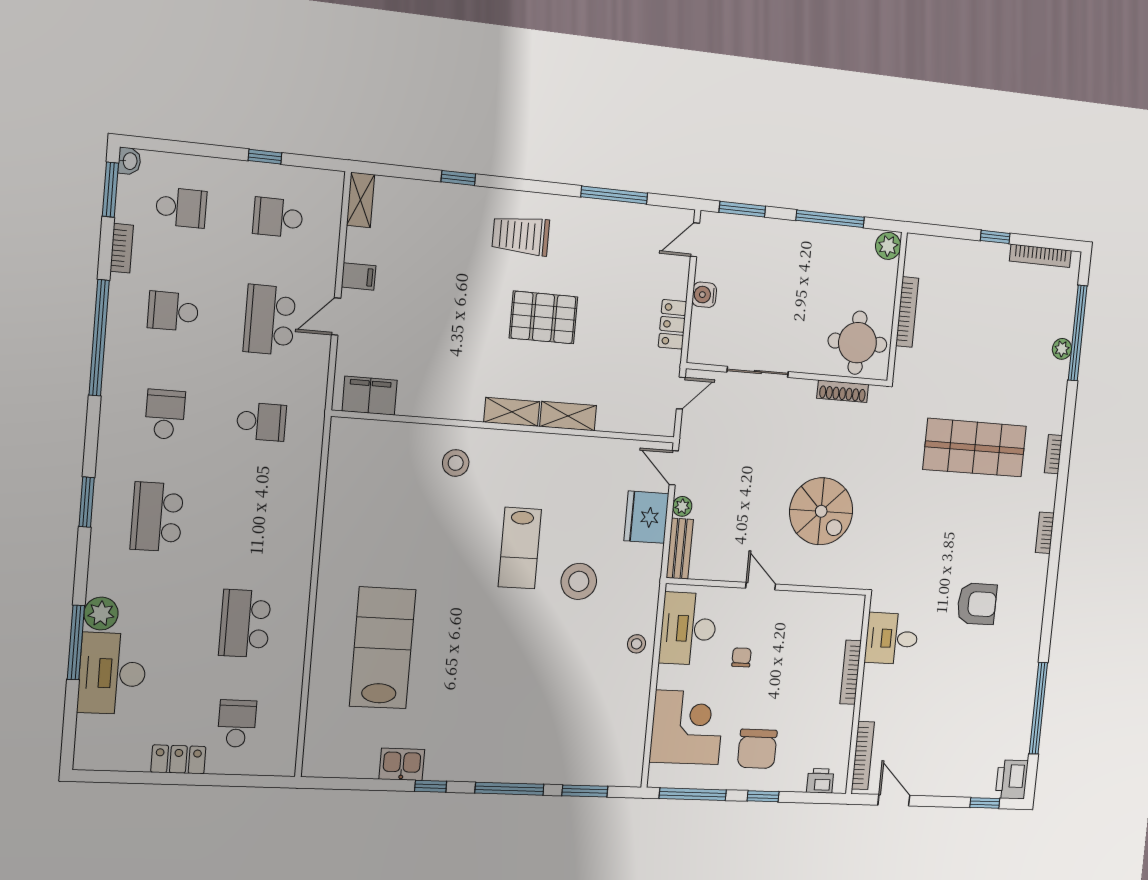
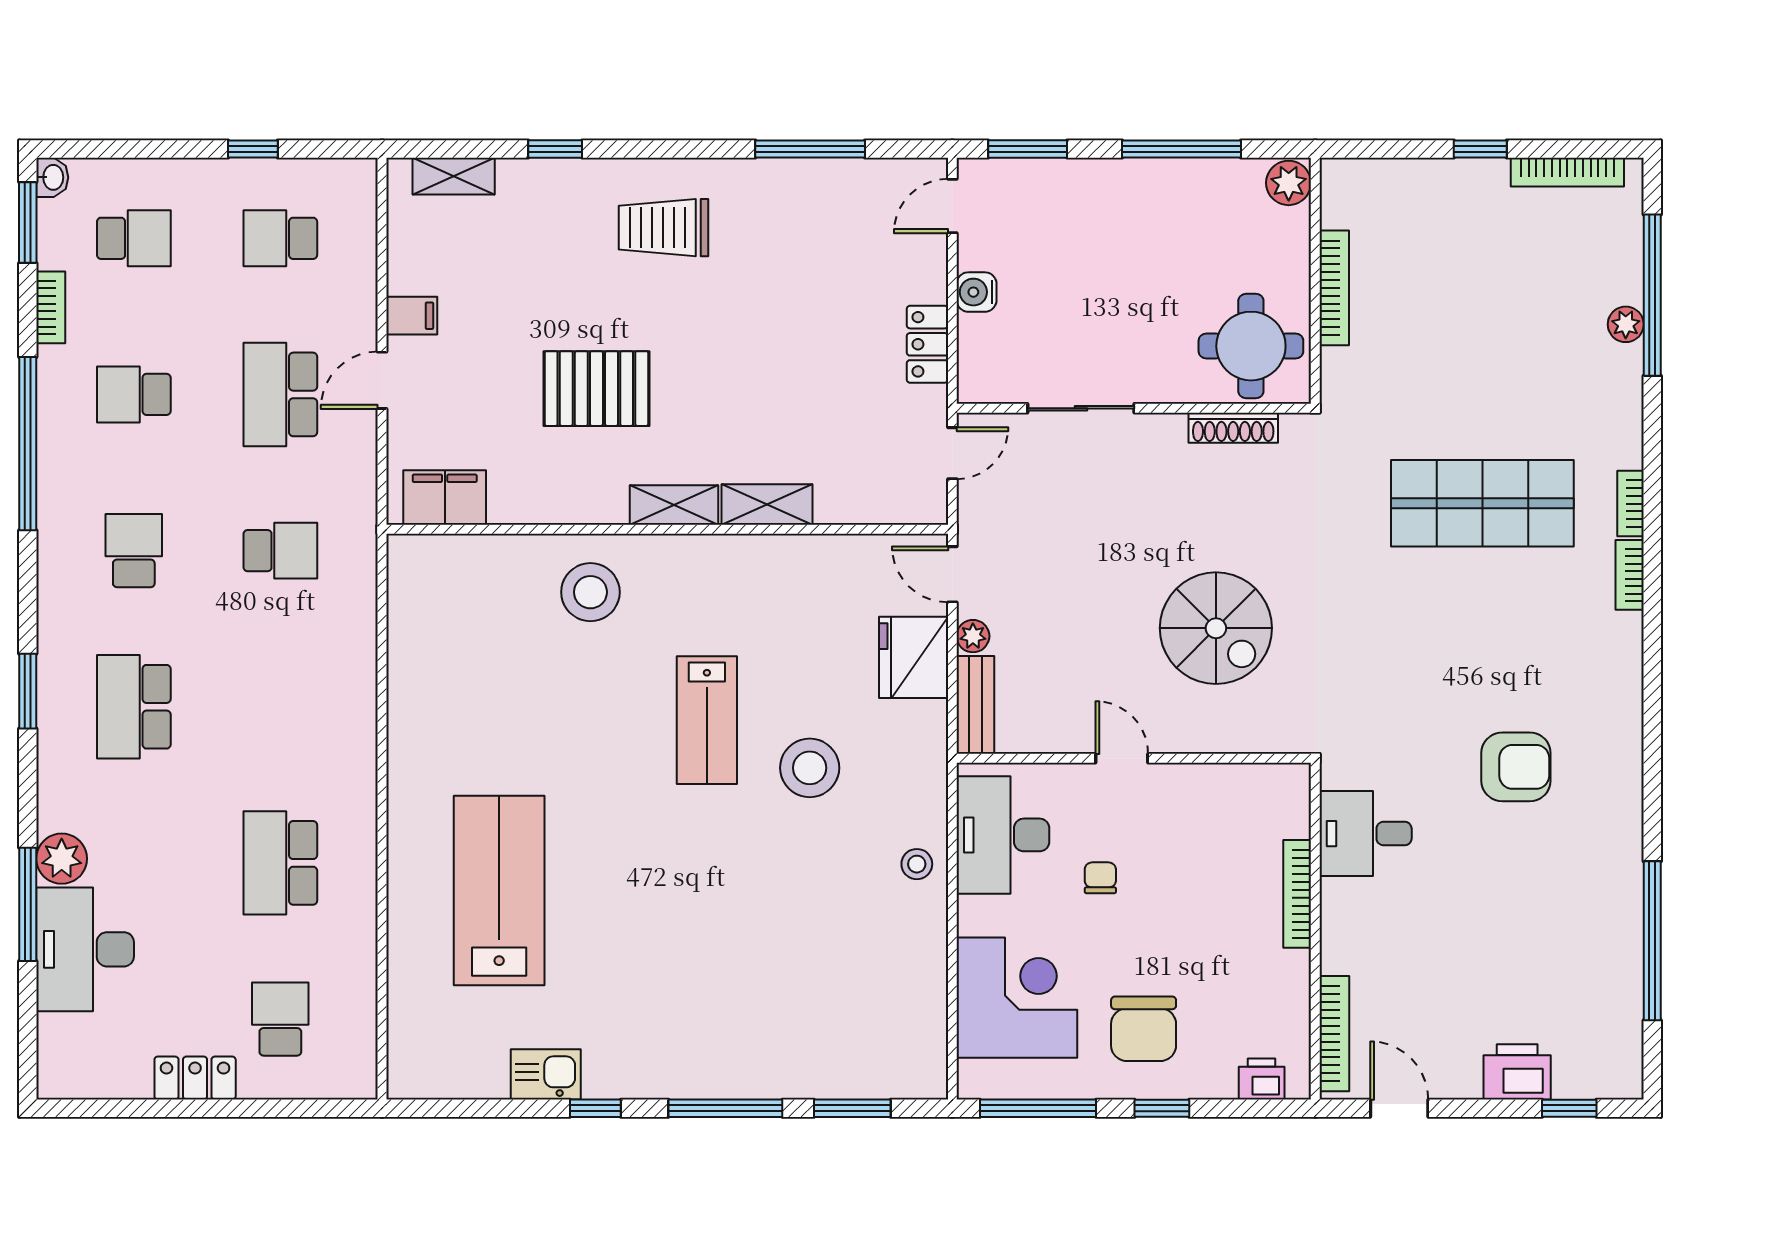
shelving: (361, 200) -> (454, 176), moved, turned 90
pallet: (543, 317) -> (596, 389), moved
stool: (456, 463) -> (590, 592), width x1.38, depth x1.38
bookcase: (1045, 533) -> (1630, 575), moved
printer: (1012, 779) -> (1517, 1072), moved, turned 90

